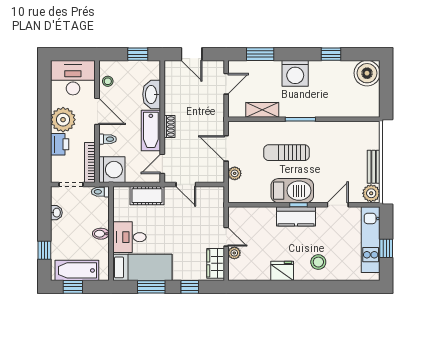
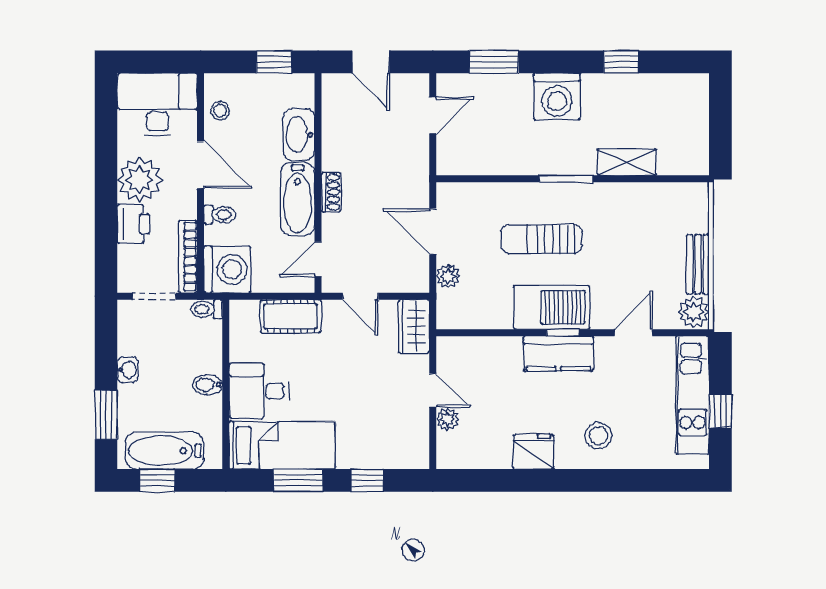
boiler: (367, 73) -> (686, 96), removed
shelving: (262, 110) -> (627, 162), moved
washbasin: (56, 213) -> (128, 370), moved
window: (44, 250) -> (106, 415), width x1.50
wardrobe: (216, 263) -> (414, 326), moved

